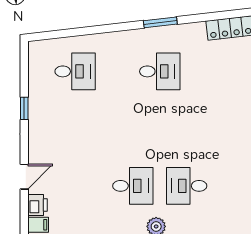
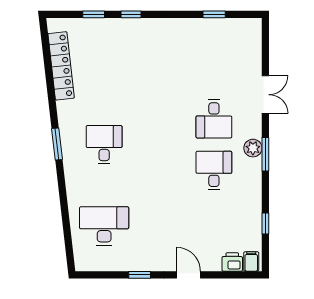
desk: (75, 71) -> (104, 226), width x1.37
door: (24, 177) -> (189, 275), moved

